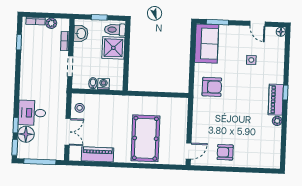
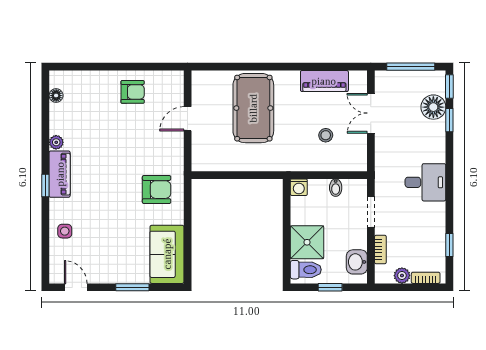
window: (217, 22) -> (132, 287), moved
door: (257, 24) -> (76, 287), moved
floor lamp: (281, 32) -> (56, 96), moved
side table: (251, 60) -> (65, 231), moved
washing machine: (103, 84) -> (299, 187), moved
armchair: (212, 87) -> (157, 190), turned 180
stool: (80, 108) -> (326, 135), moved
desk: (32, 113) -> (425, 182), moved
door: (189, 151) -> (188, 119), moved

